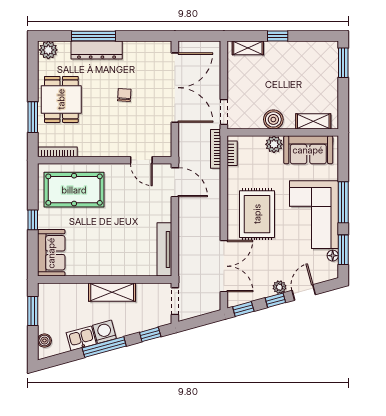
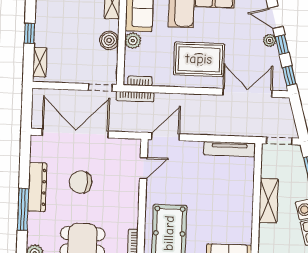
dresser: (97, 50) -> (37, 187), moved
chair: (124, 95) -> (80, 182), width x1.87, depth x1.87

